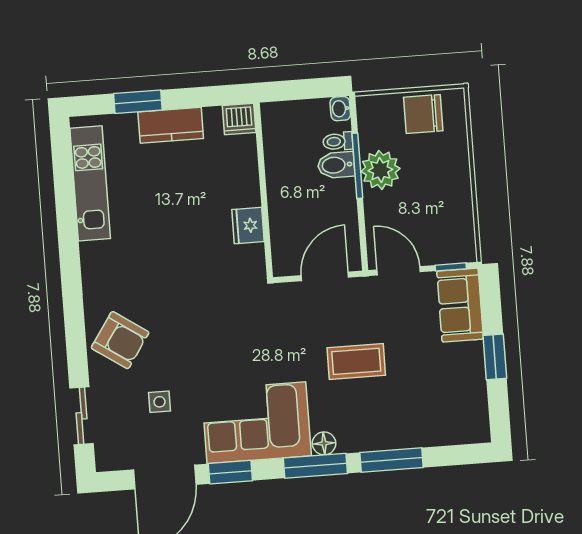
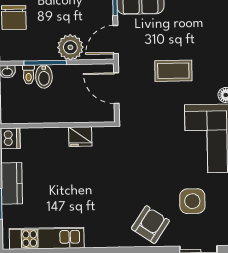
plant: (380, 170) -> (70, 47), moved
coffee table: (356, 361) -> (173, 71), turned 90
side table: (159, 402) -> (192, 201), width x1.87, depth x1.87

